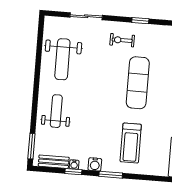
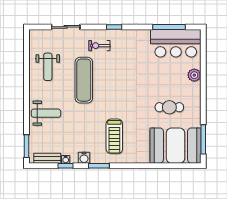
weight bench: (62, 59) -> (48, 67), width x0.73, depth x0.75
exercise mat: (138, 83) -> (84, 80), moved
weight bench: (56, 111) -> (46, 113), turned 90

